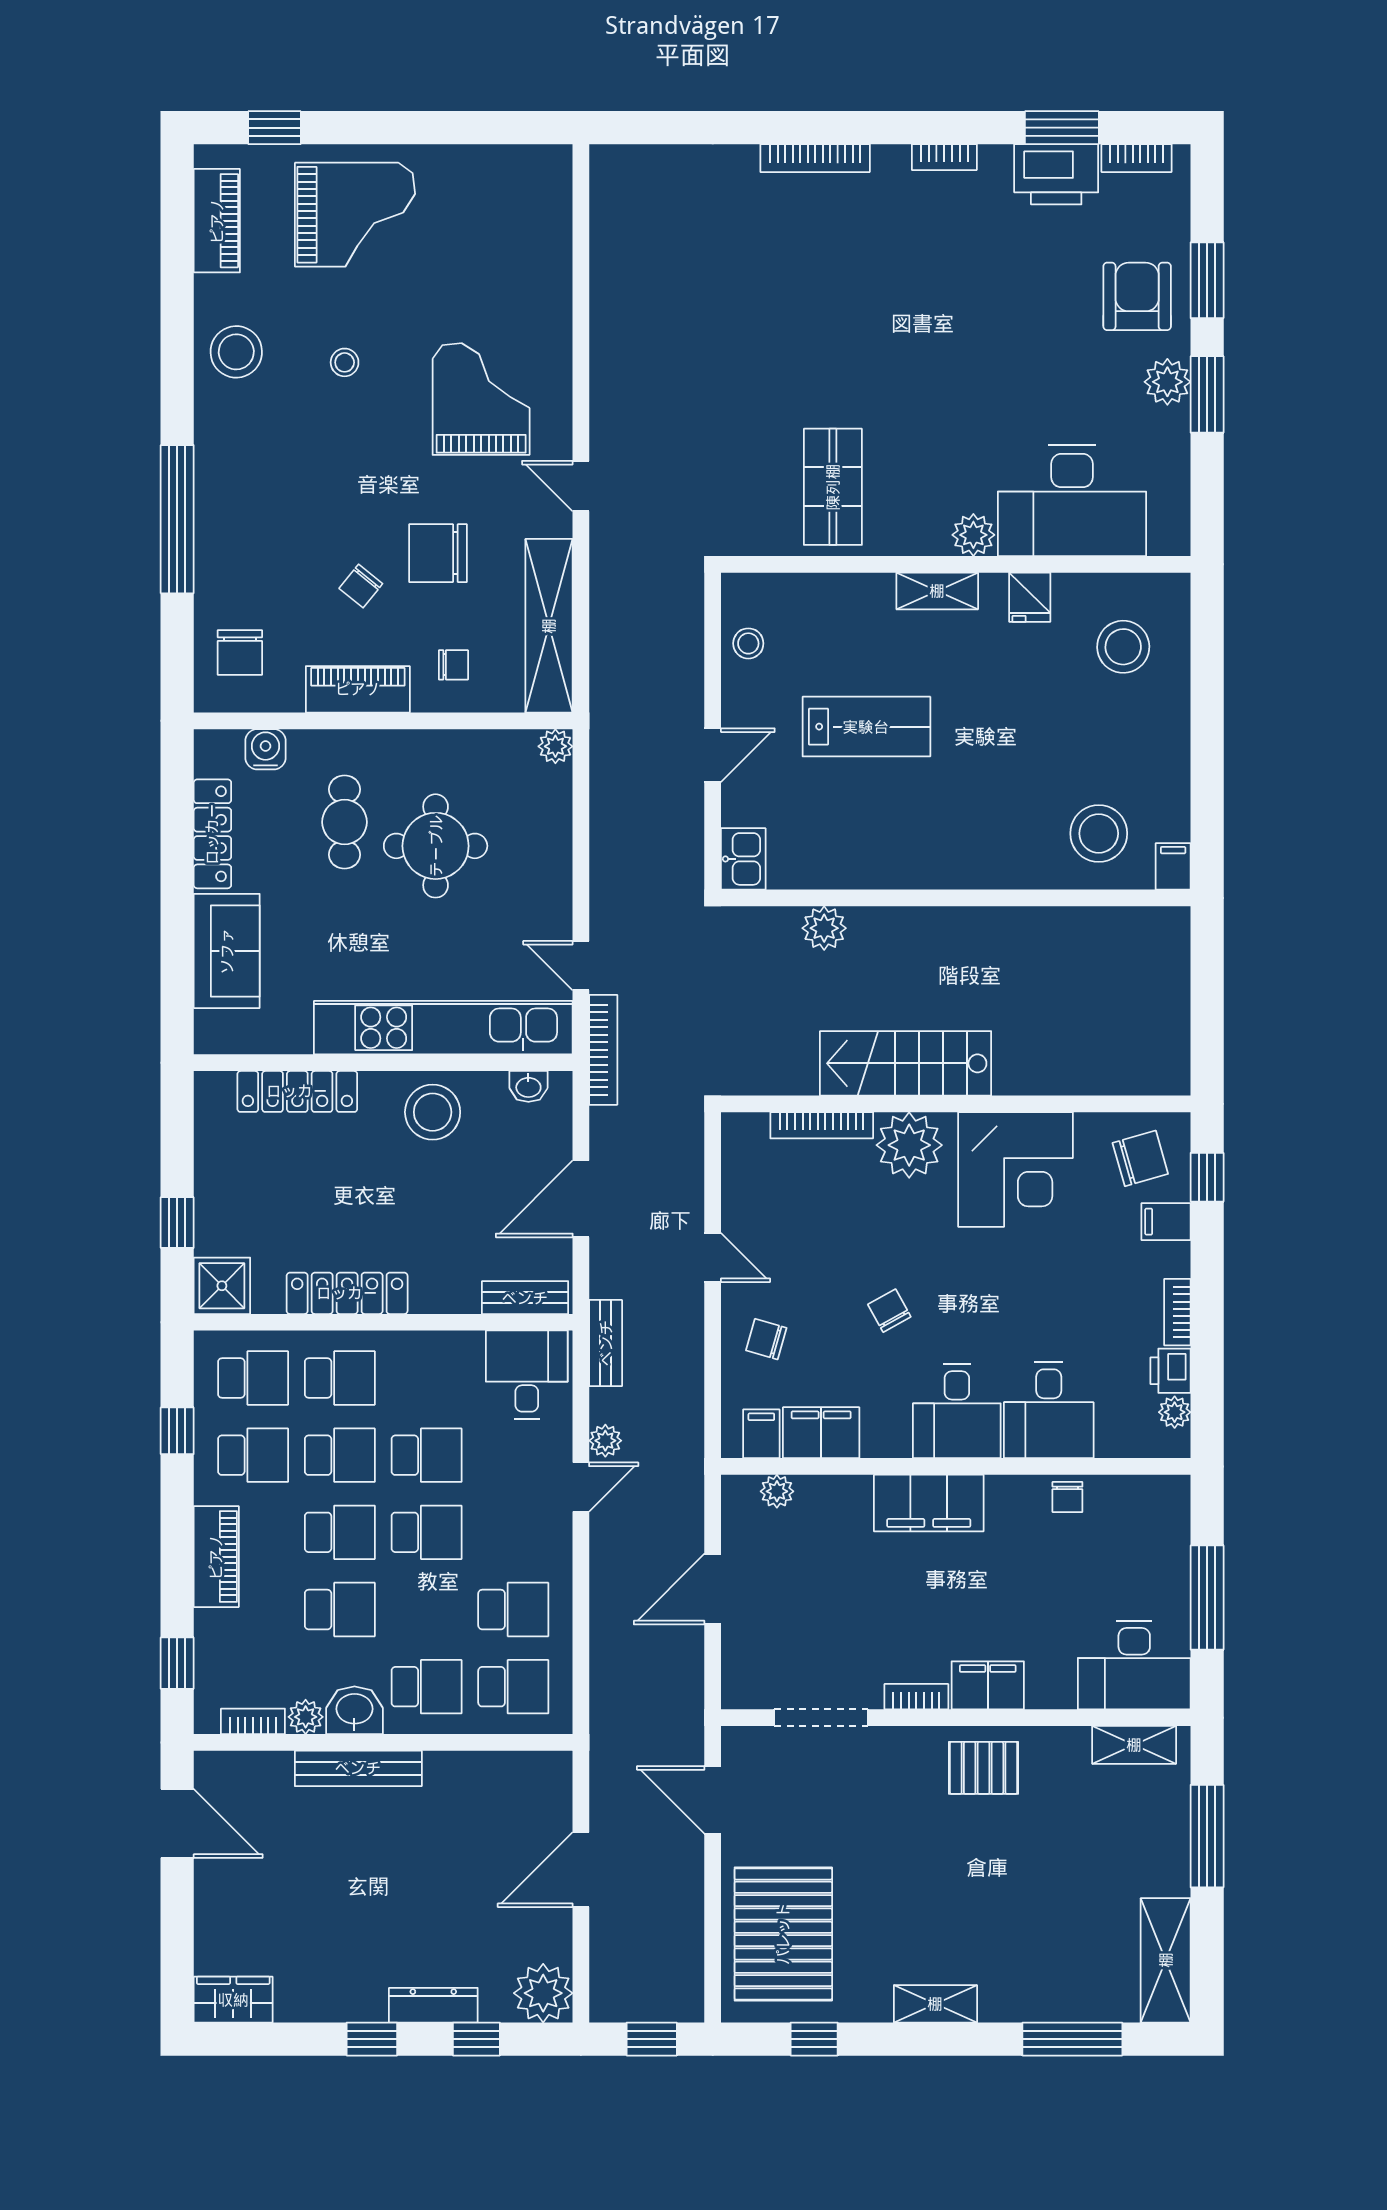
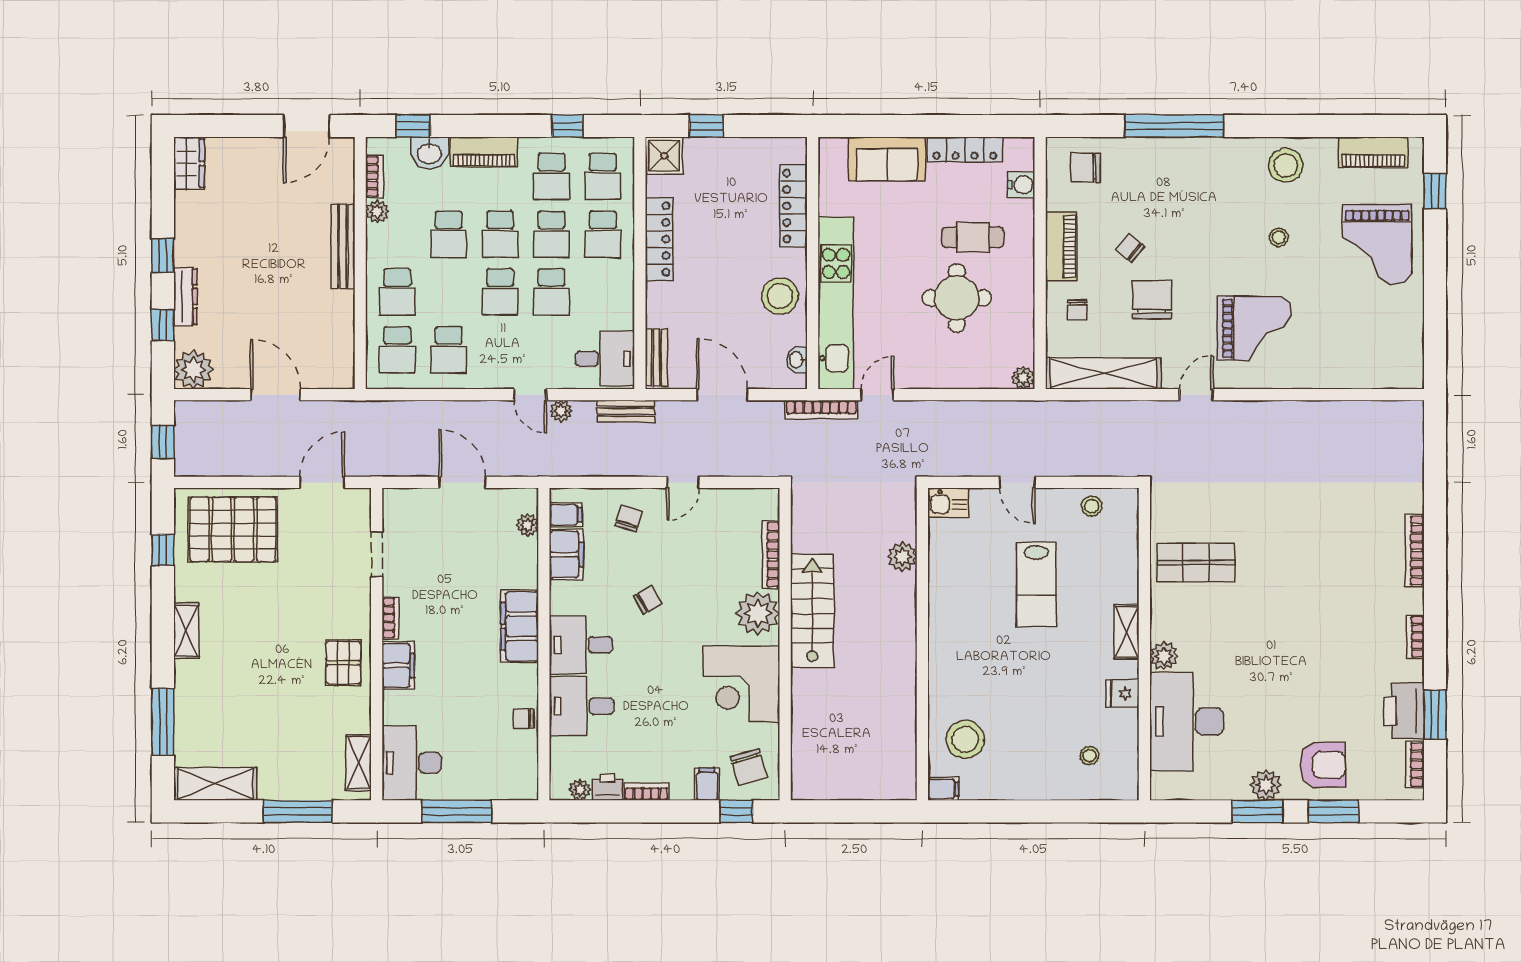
stool: (1123, 647) -> (1089, 756), width x0.53, depth x0.53
washbasin: (354, 1710) -> (429, 153), moved, turned 90
doorway: (821, 1718) -> (377, 554), width x0.73

